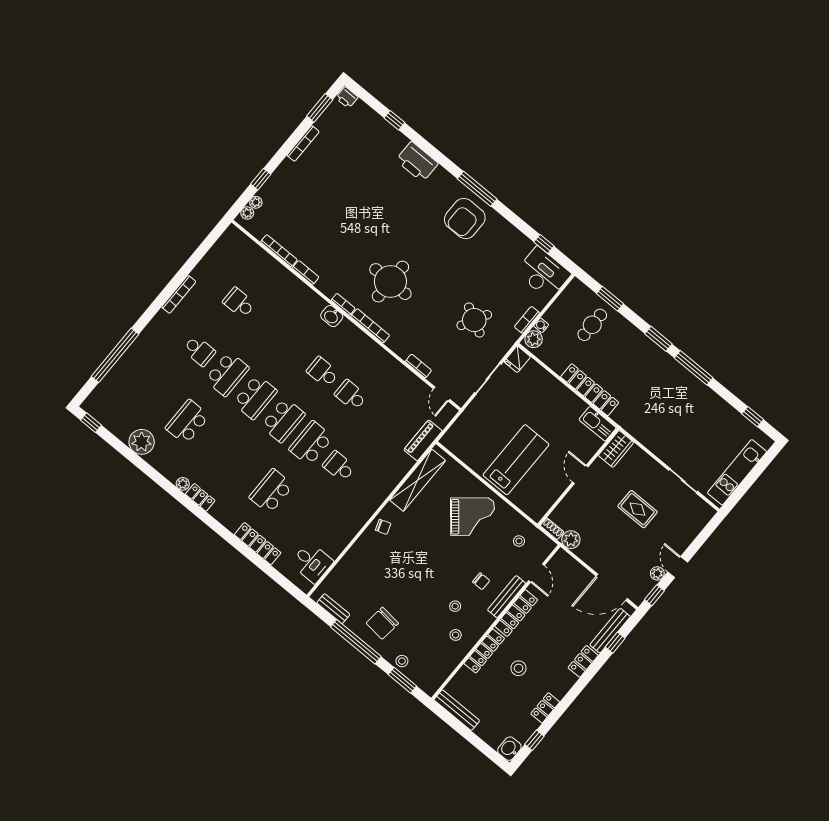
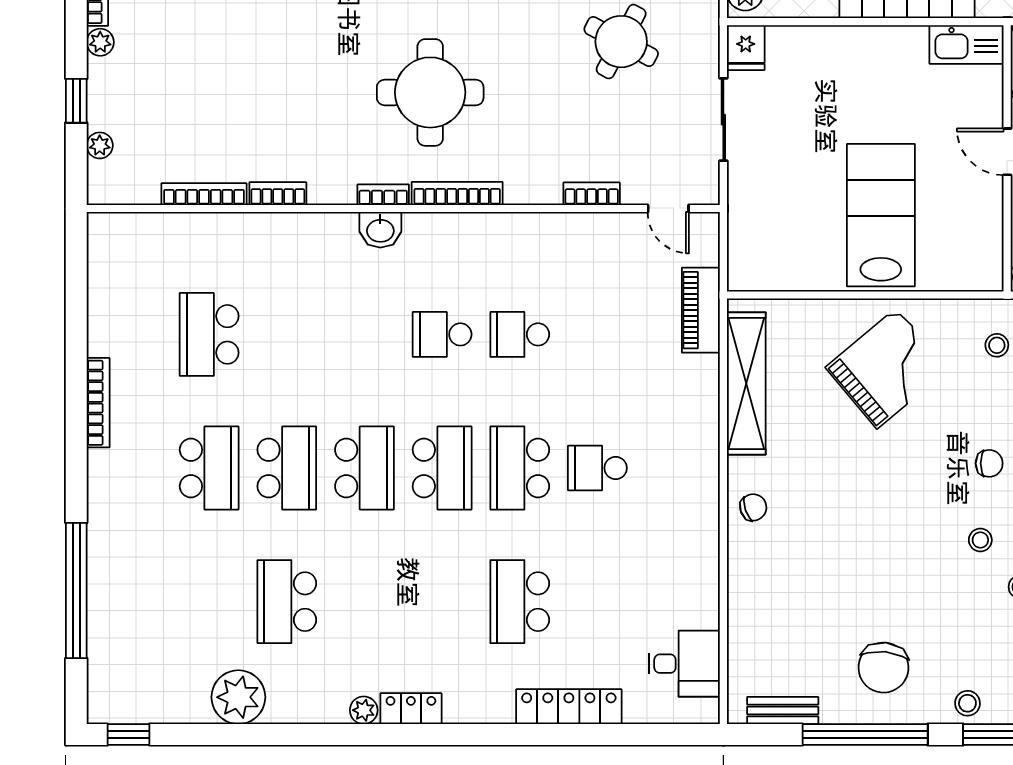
plant: (247, 213) -> (100, 42), moved
school desk: (239, 303) -> (209, 334), width x1.85
school desk: (199, 351) -> (209, 468), width x1.85

